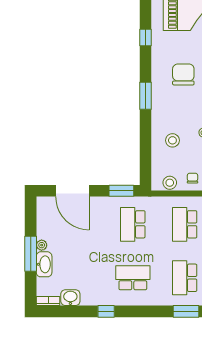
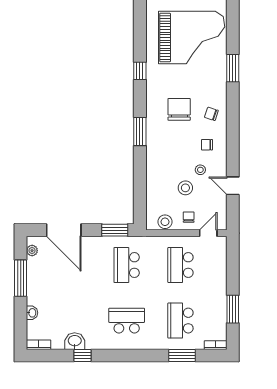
stool: (172, 140) -> (185, 188), moved
plant: (42, 245) -> (32, 251), moved
window: (31, 254) -> (21, 278), moved
washbasin: (44, 264) -> (32, 313), width x0.52, depth x0.69
washbasin: (70, 298) -> (75, 341), moved
window: (106, 311) -> (82, 355), moved

